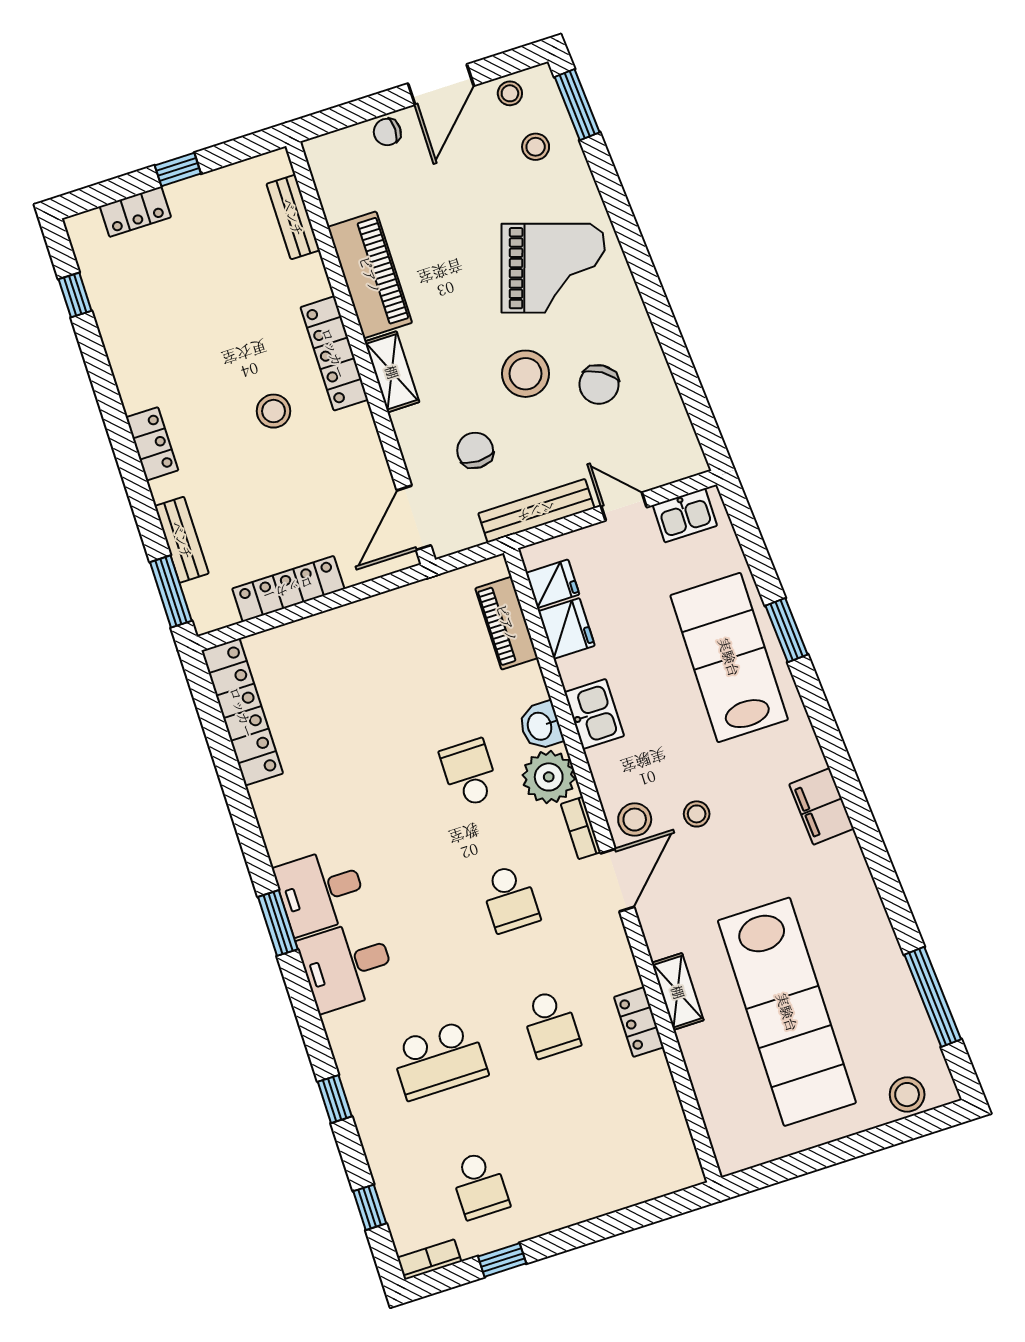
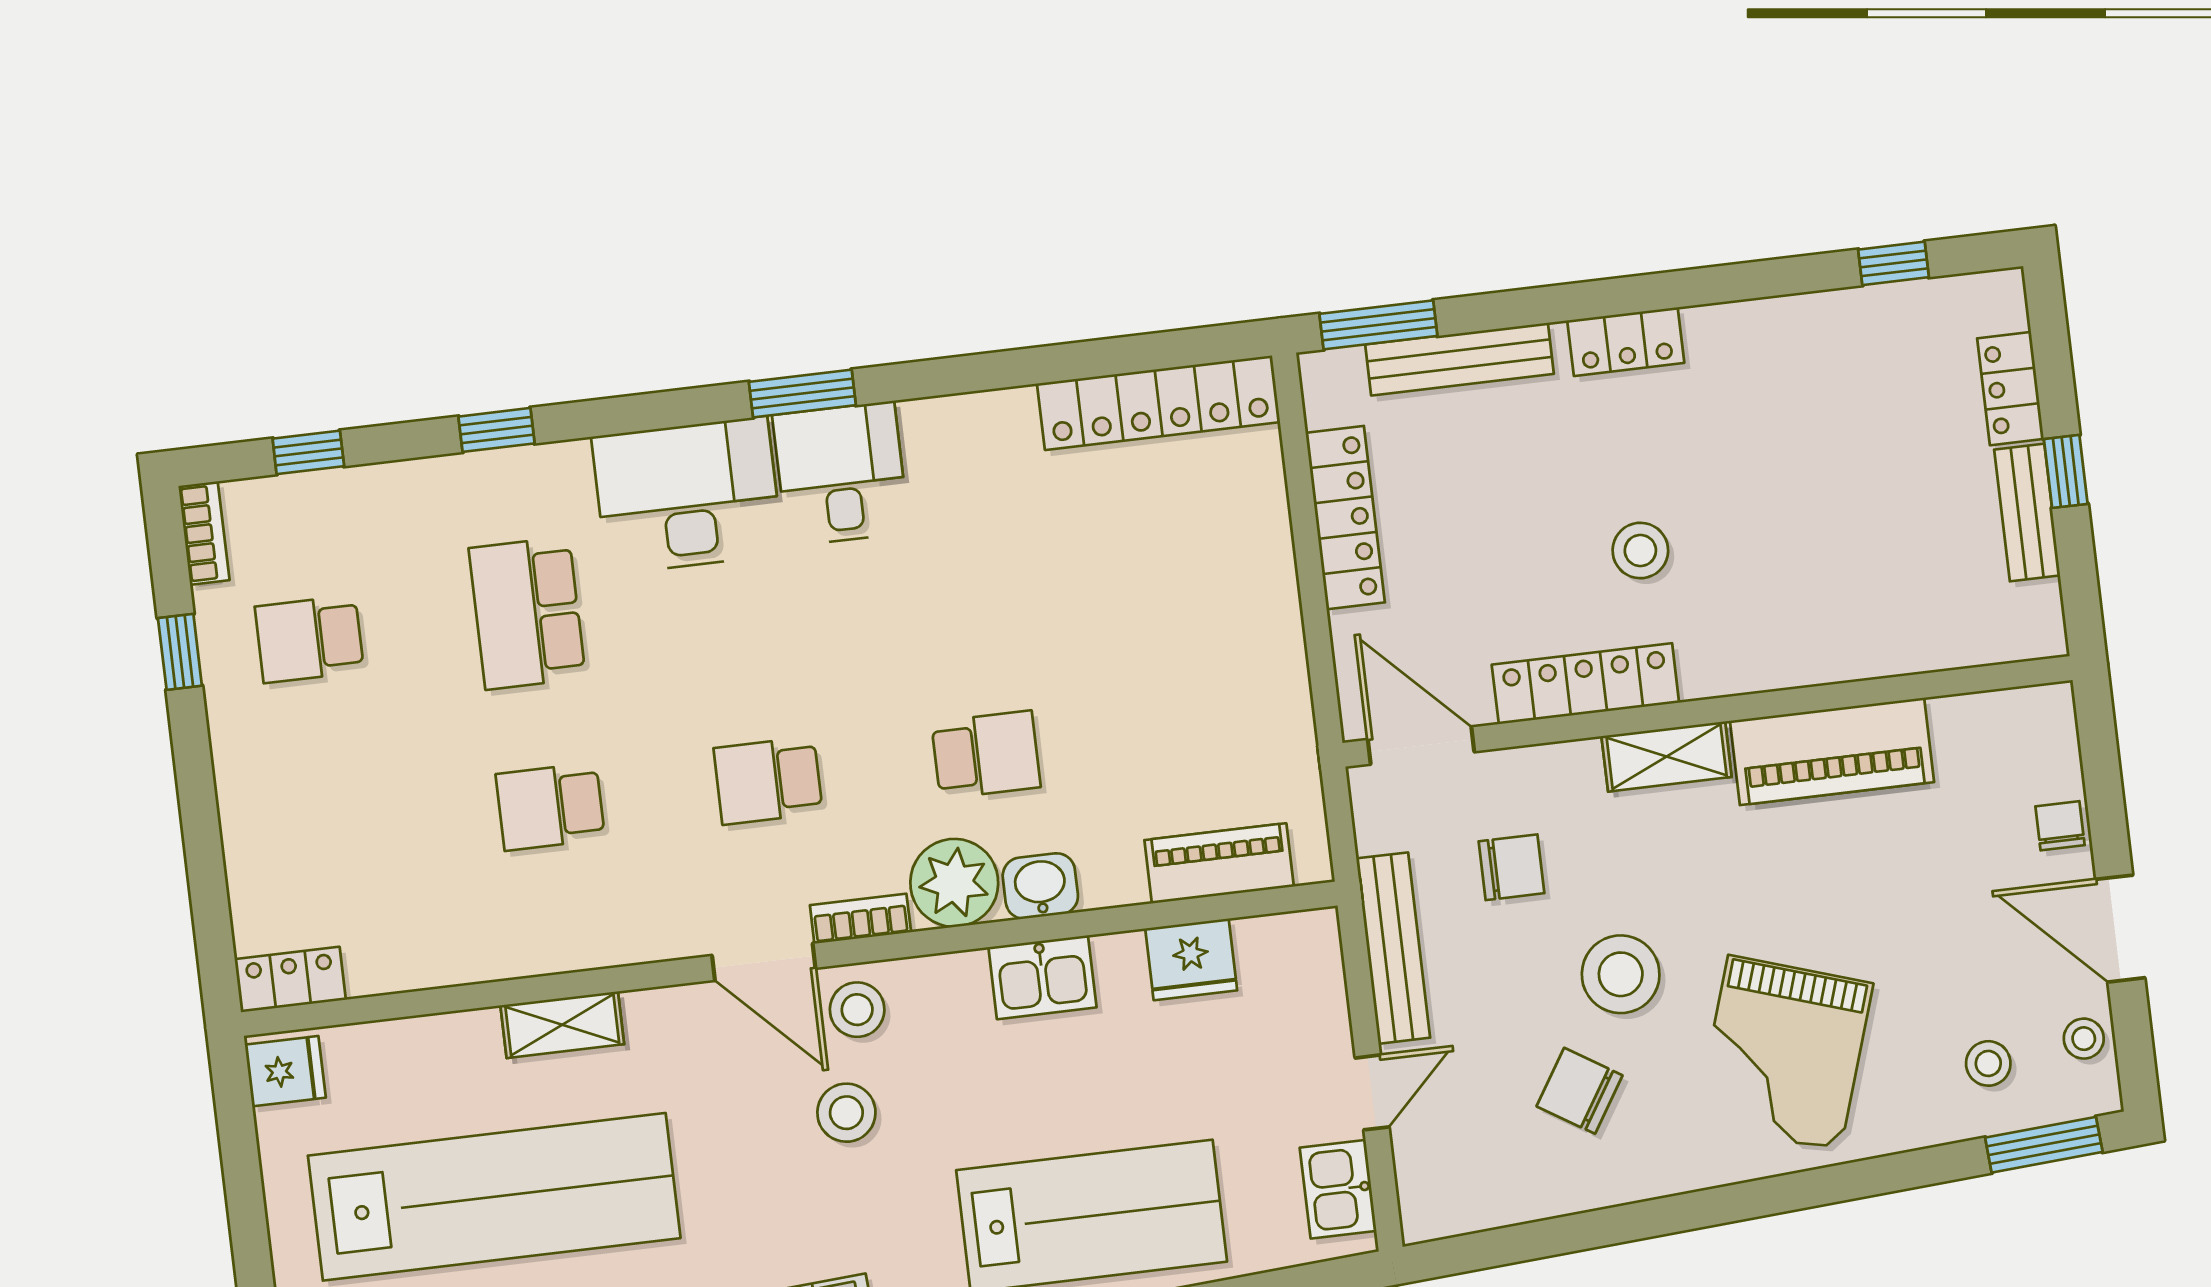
bench: (293, 217) -> (2027, 513), moved, turned 90
locker: (334, 353) -> (1585, 684), moved
bench: (182, 540) -> (1459, 359), width x1.36
fridge: (553, 584) -> (285, 1071), moved, turned -90
stool: (697, 814) -> (846, 1113), width x1.37, depth x1.37
desk: (347, 965) -> (687, 495), width x1.37
lab bench: (787, 1012) -> (494, 1197), turned 180
locker: (639, 1022) -> (290, 979), moved

